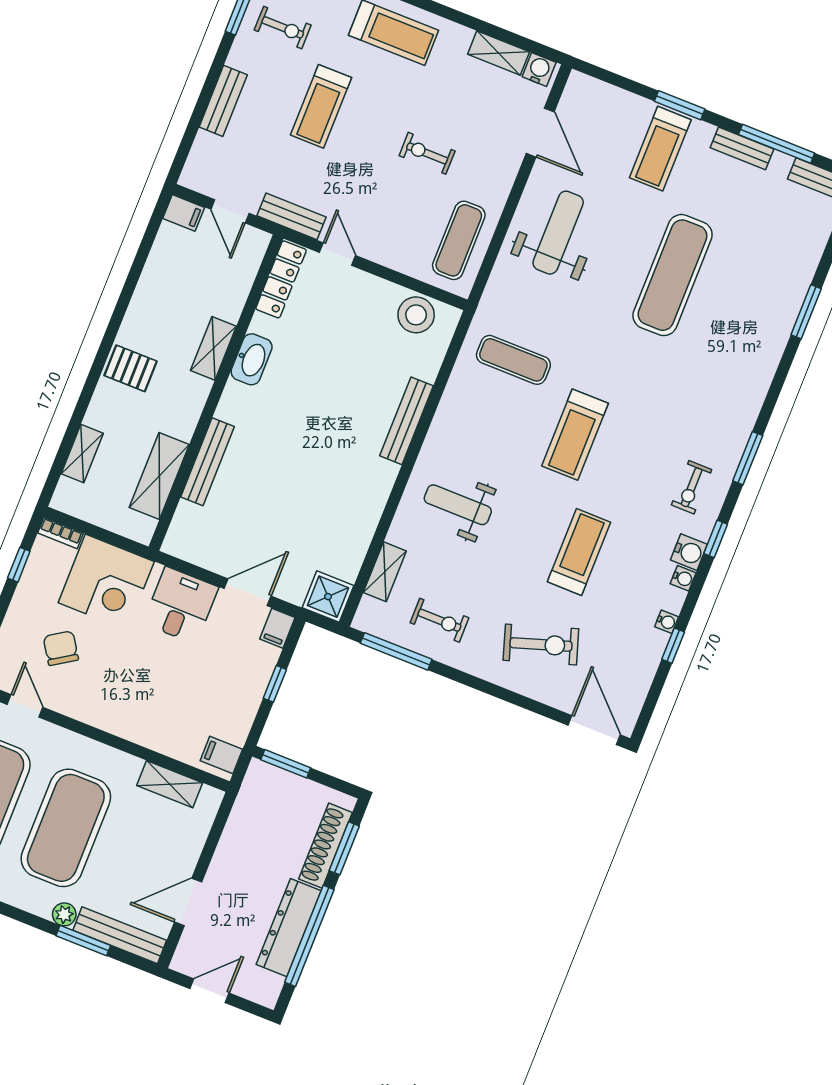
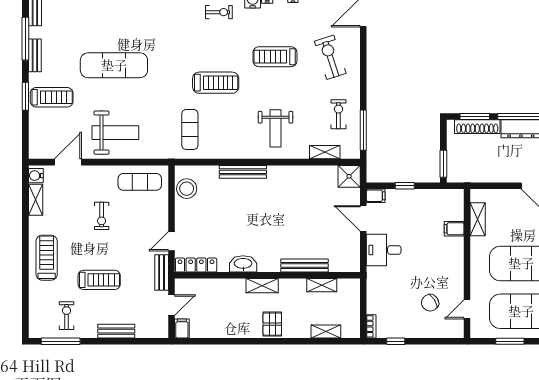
weight bench: (558, 233) -> (115, 133), turned 180
shelving: (213, 348) -> (262, 286), moved
shelving: (159, 476) -> (322, 285), width x0.67, depth x0.75
corner desk: (106, 582) -> (387, 293), removed
filing cabinet: (221, 755) -> (454, 229), moved, turned 90

